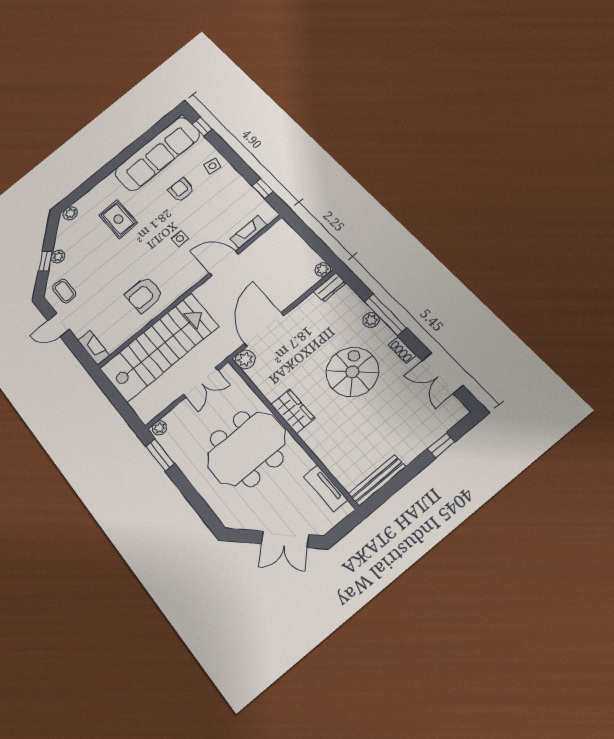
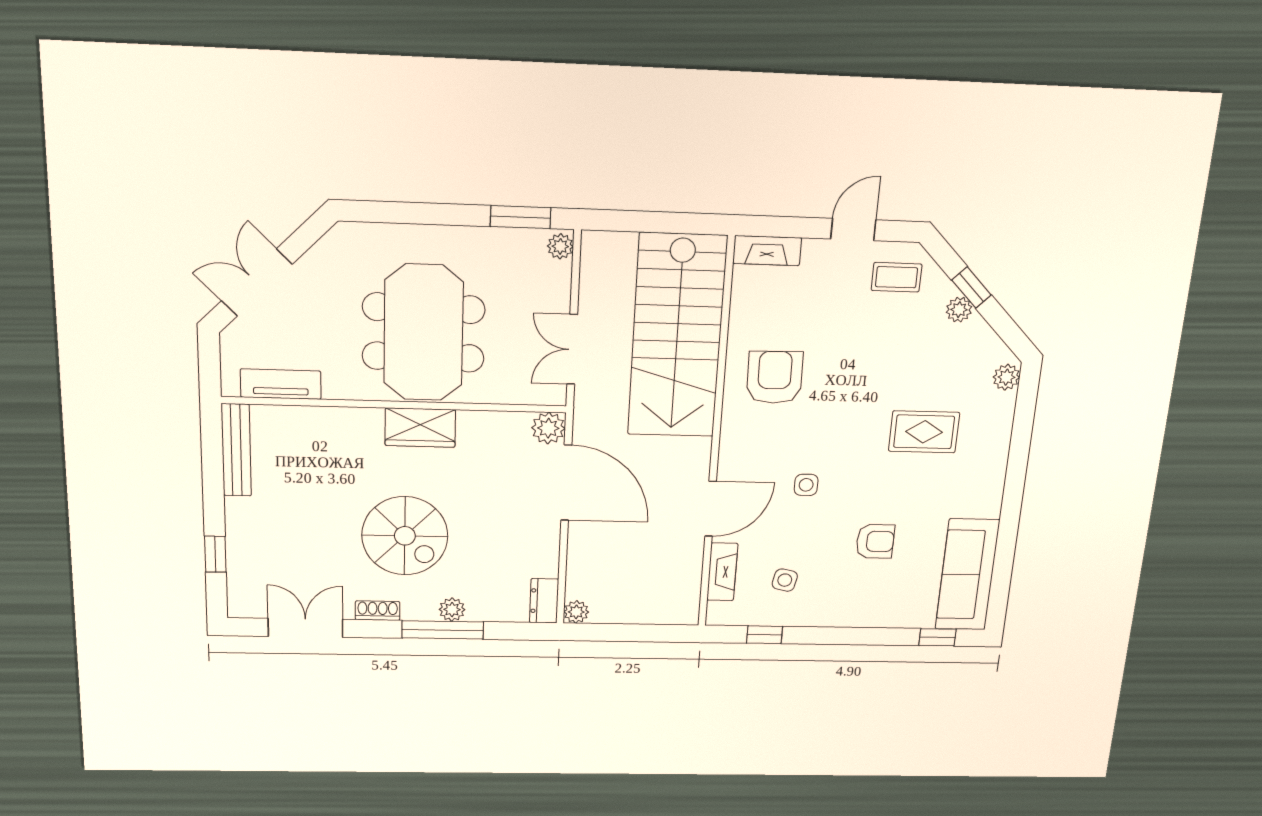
sofa: (157, 154) -> (967, 575), width x0.74, depth x0.79
side table: (212, 166) -> (785, 580), moved

